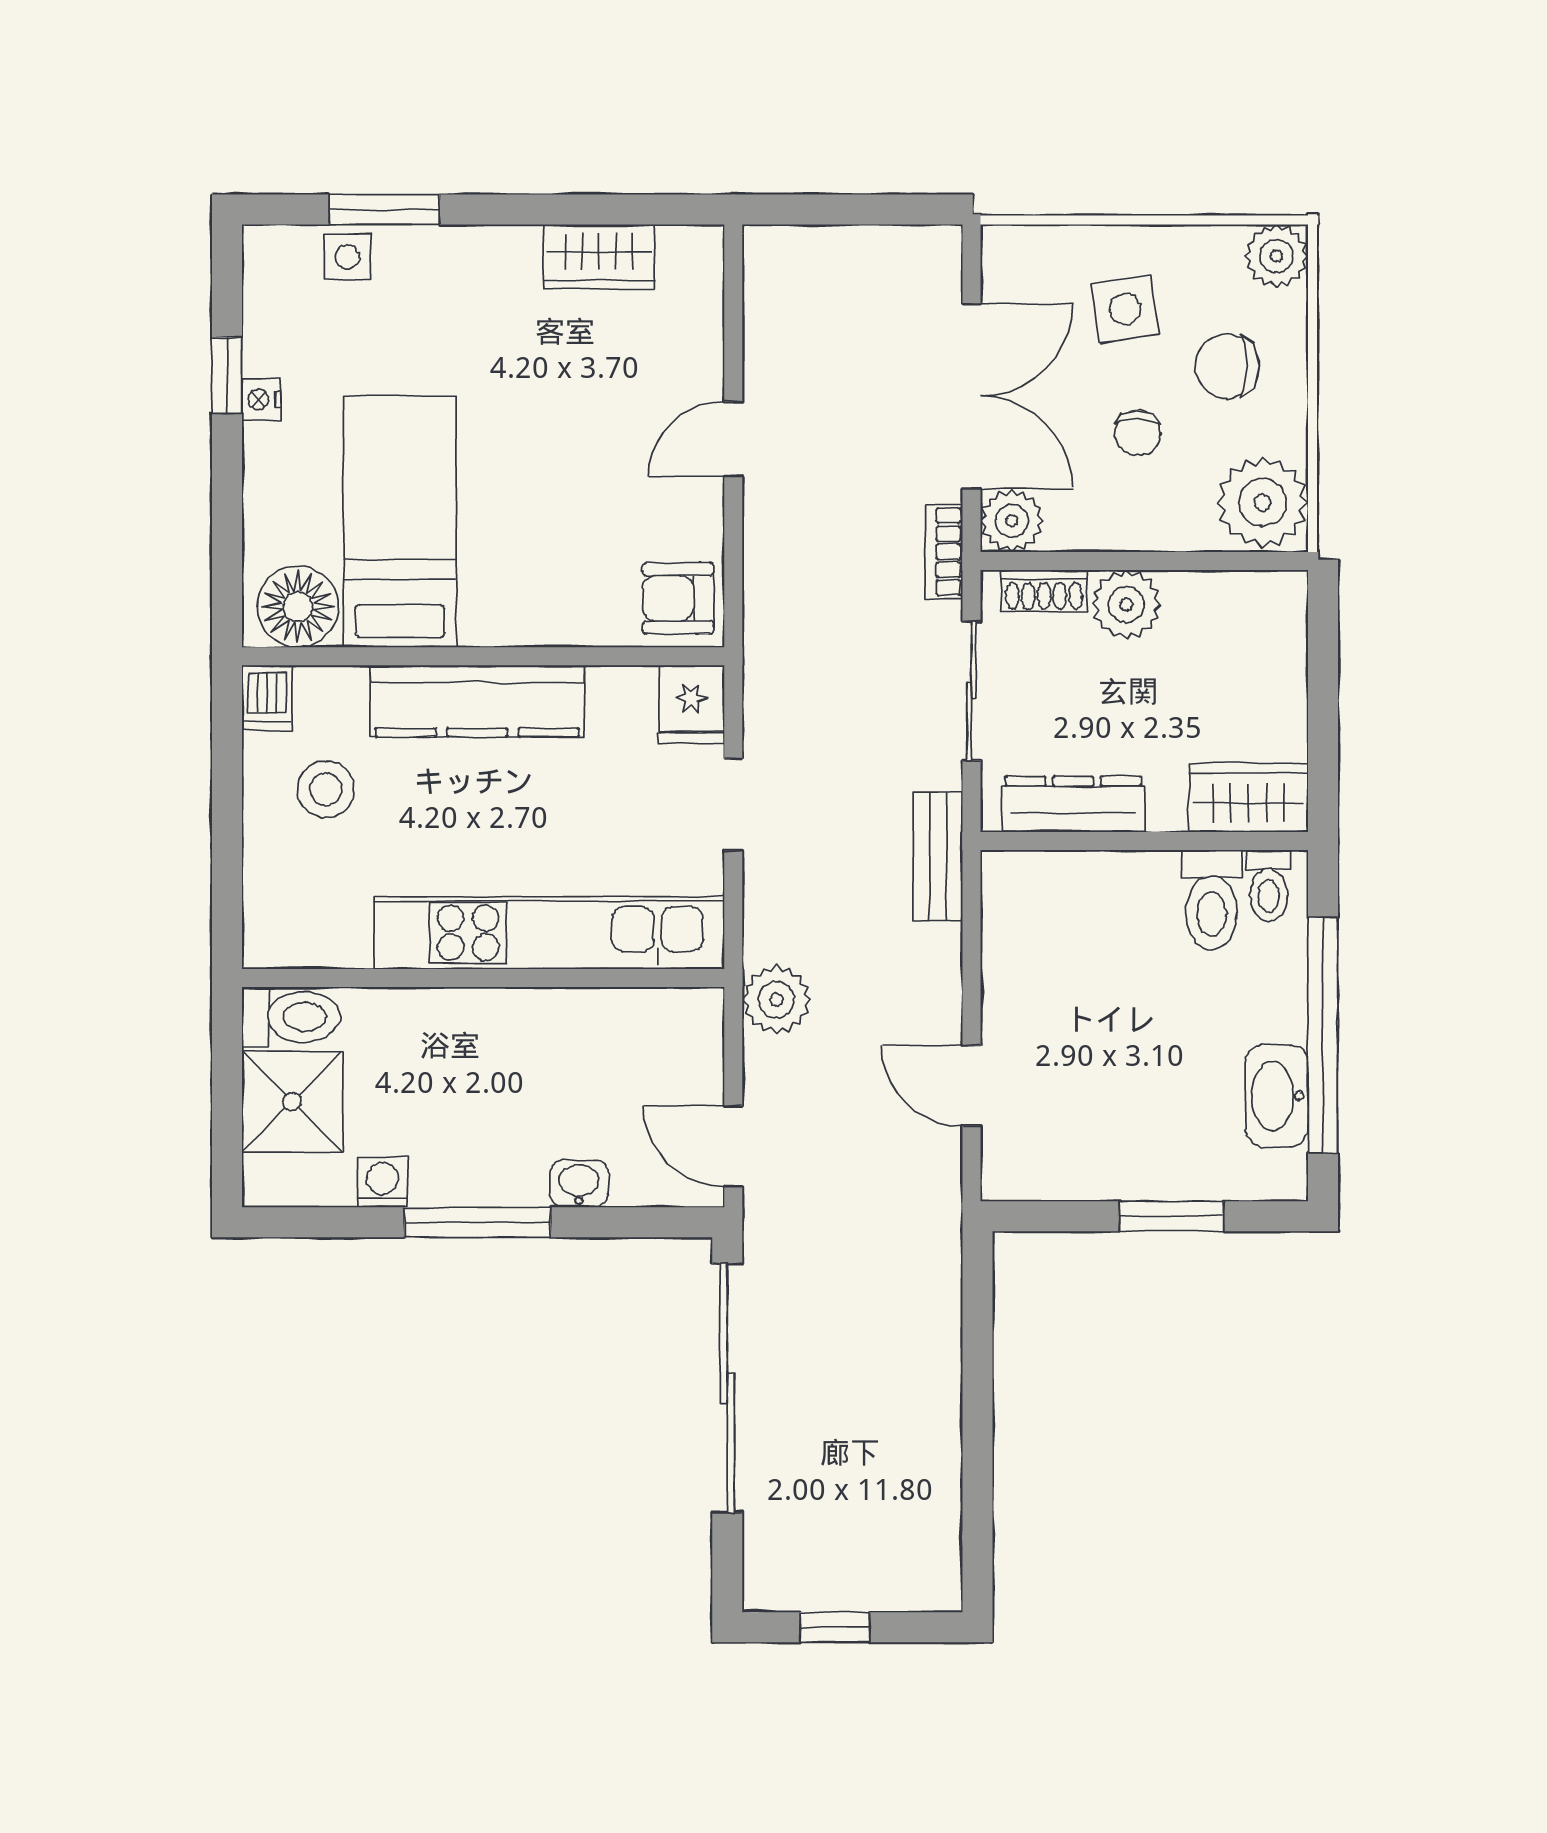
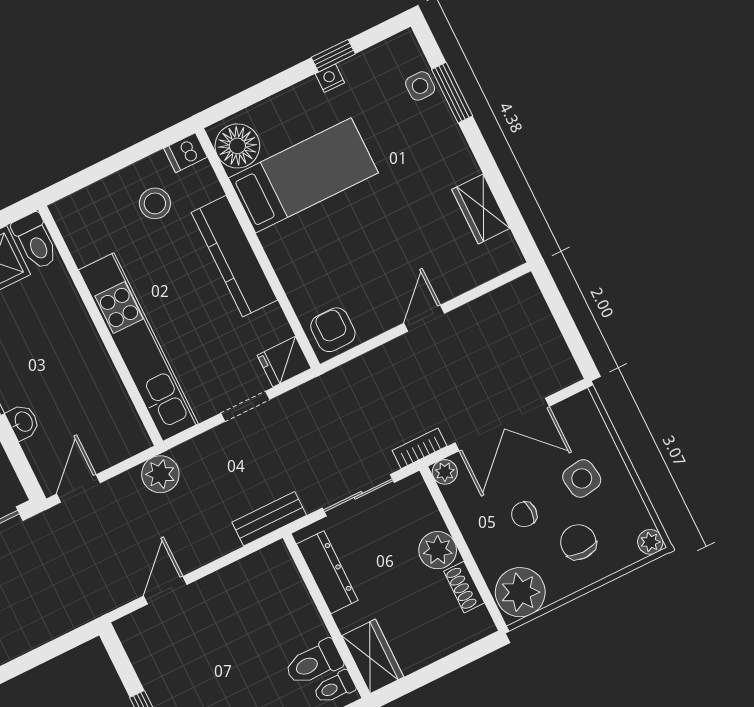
plant: (1276, 256) -> (650, 542), width x0.73, depth x0.73
door: (733, 439) -> (424, 318), hinge flipped
plant: (1012, 521) -> (445, 472), width x0.73, depth x0.73
shoe rack: (1044, 591) -> (464, 587), moved

